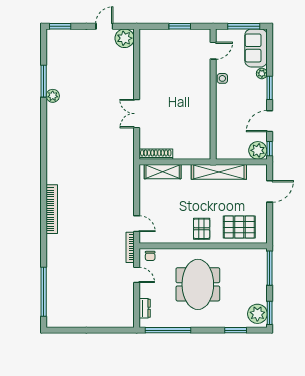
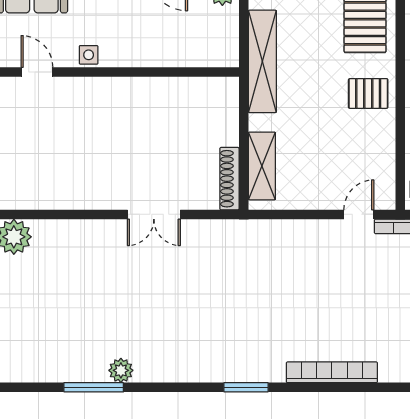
window: (44, 163) -> (246, 387), added

